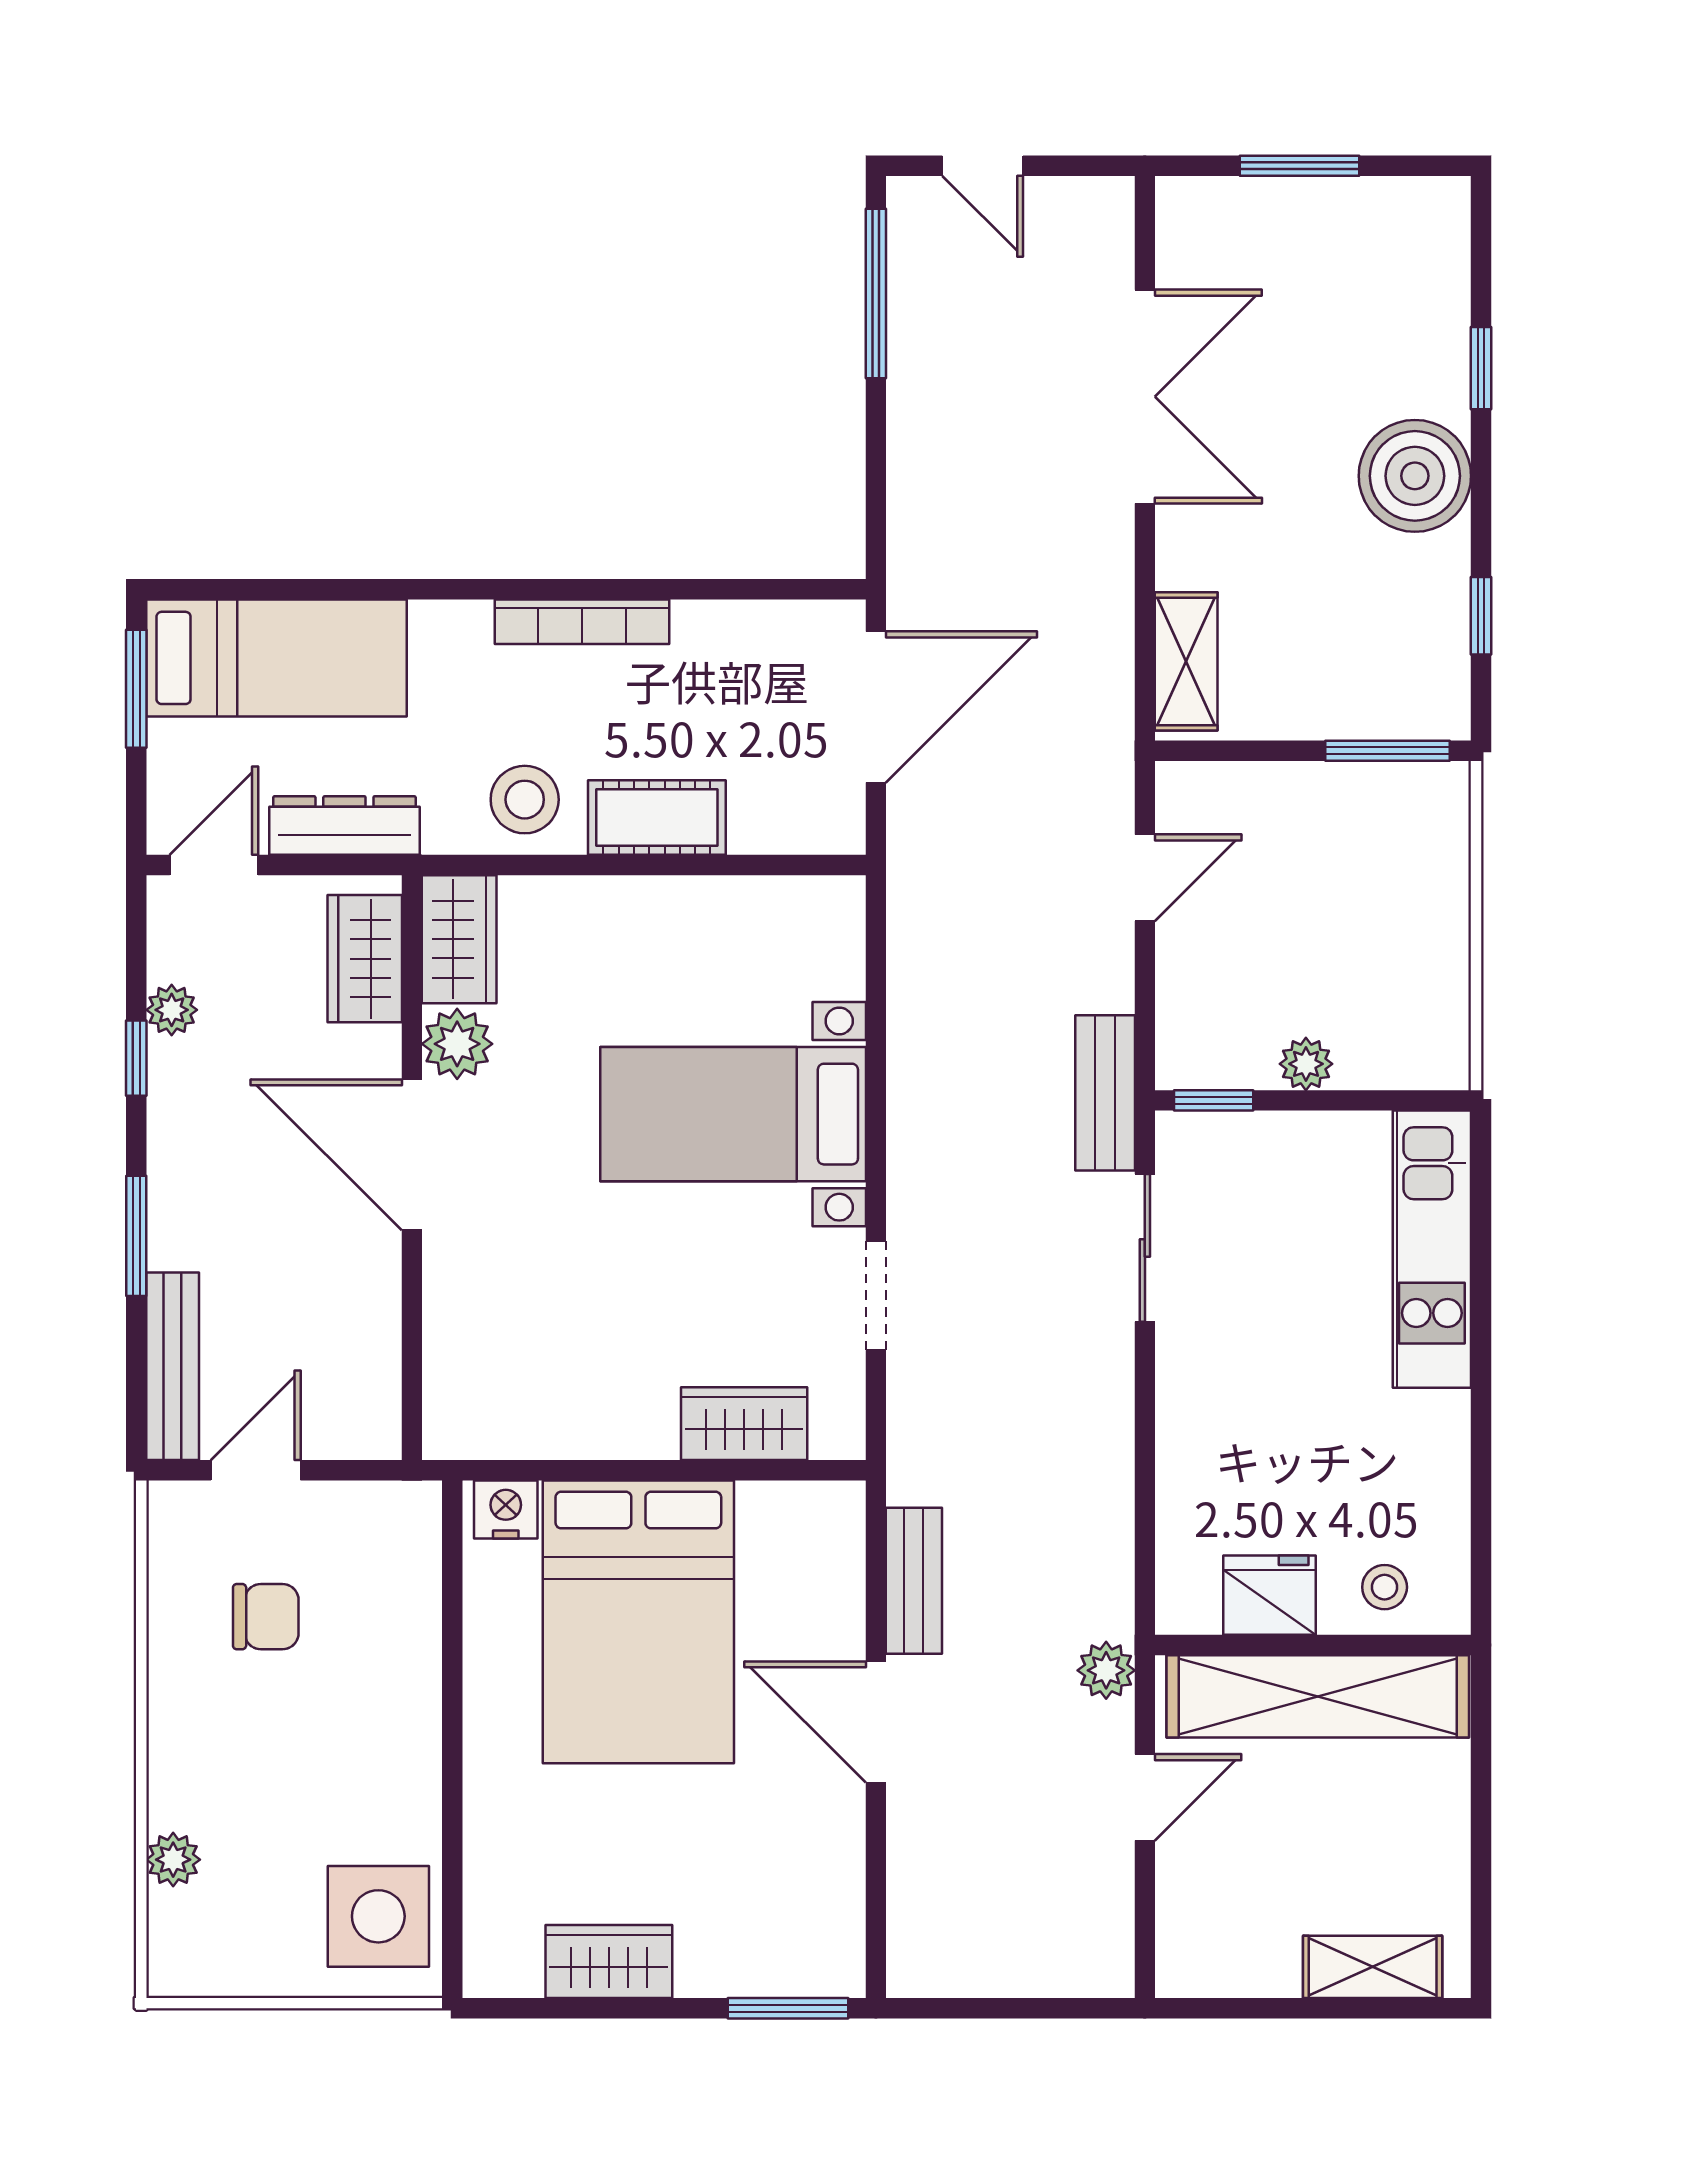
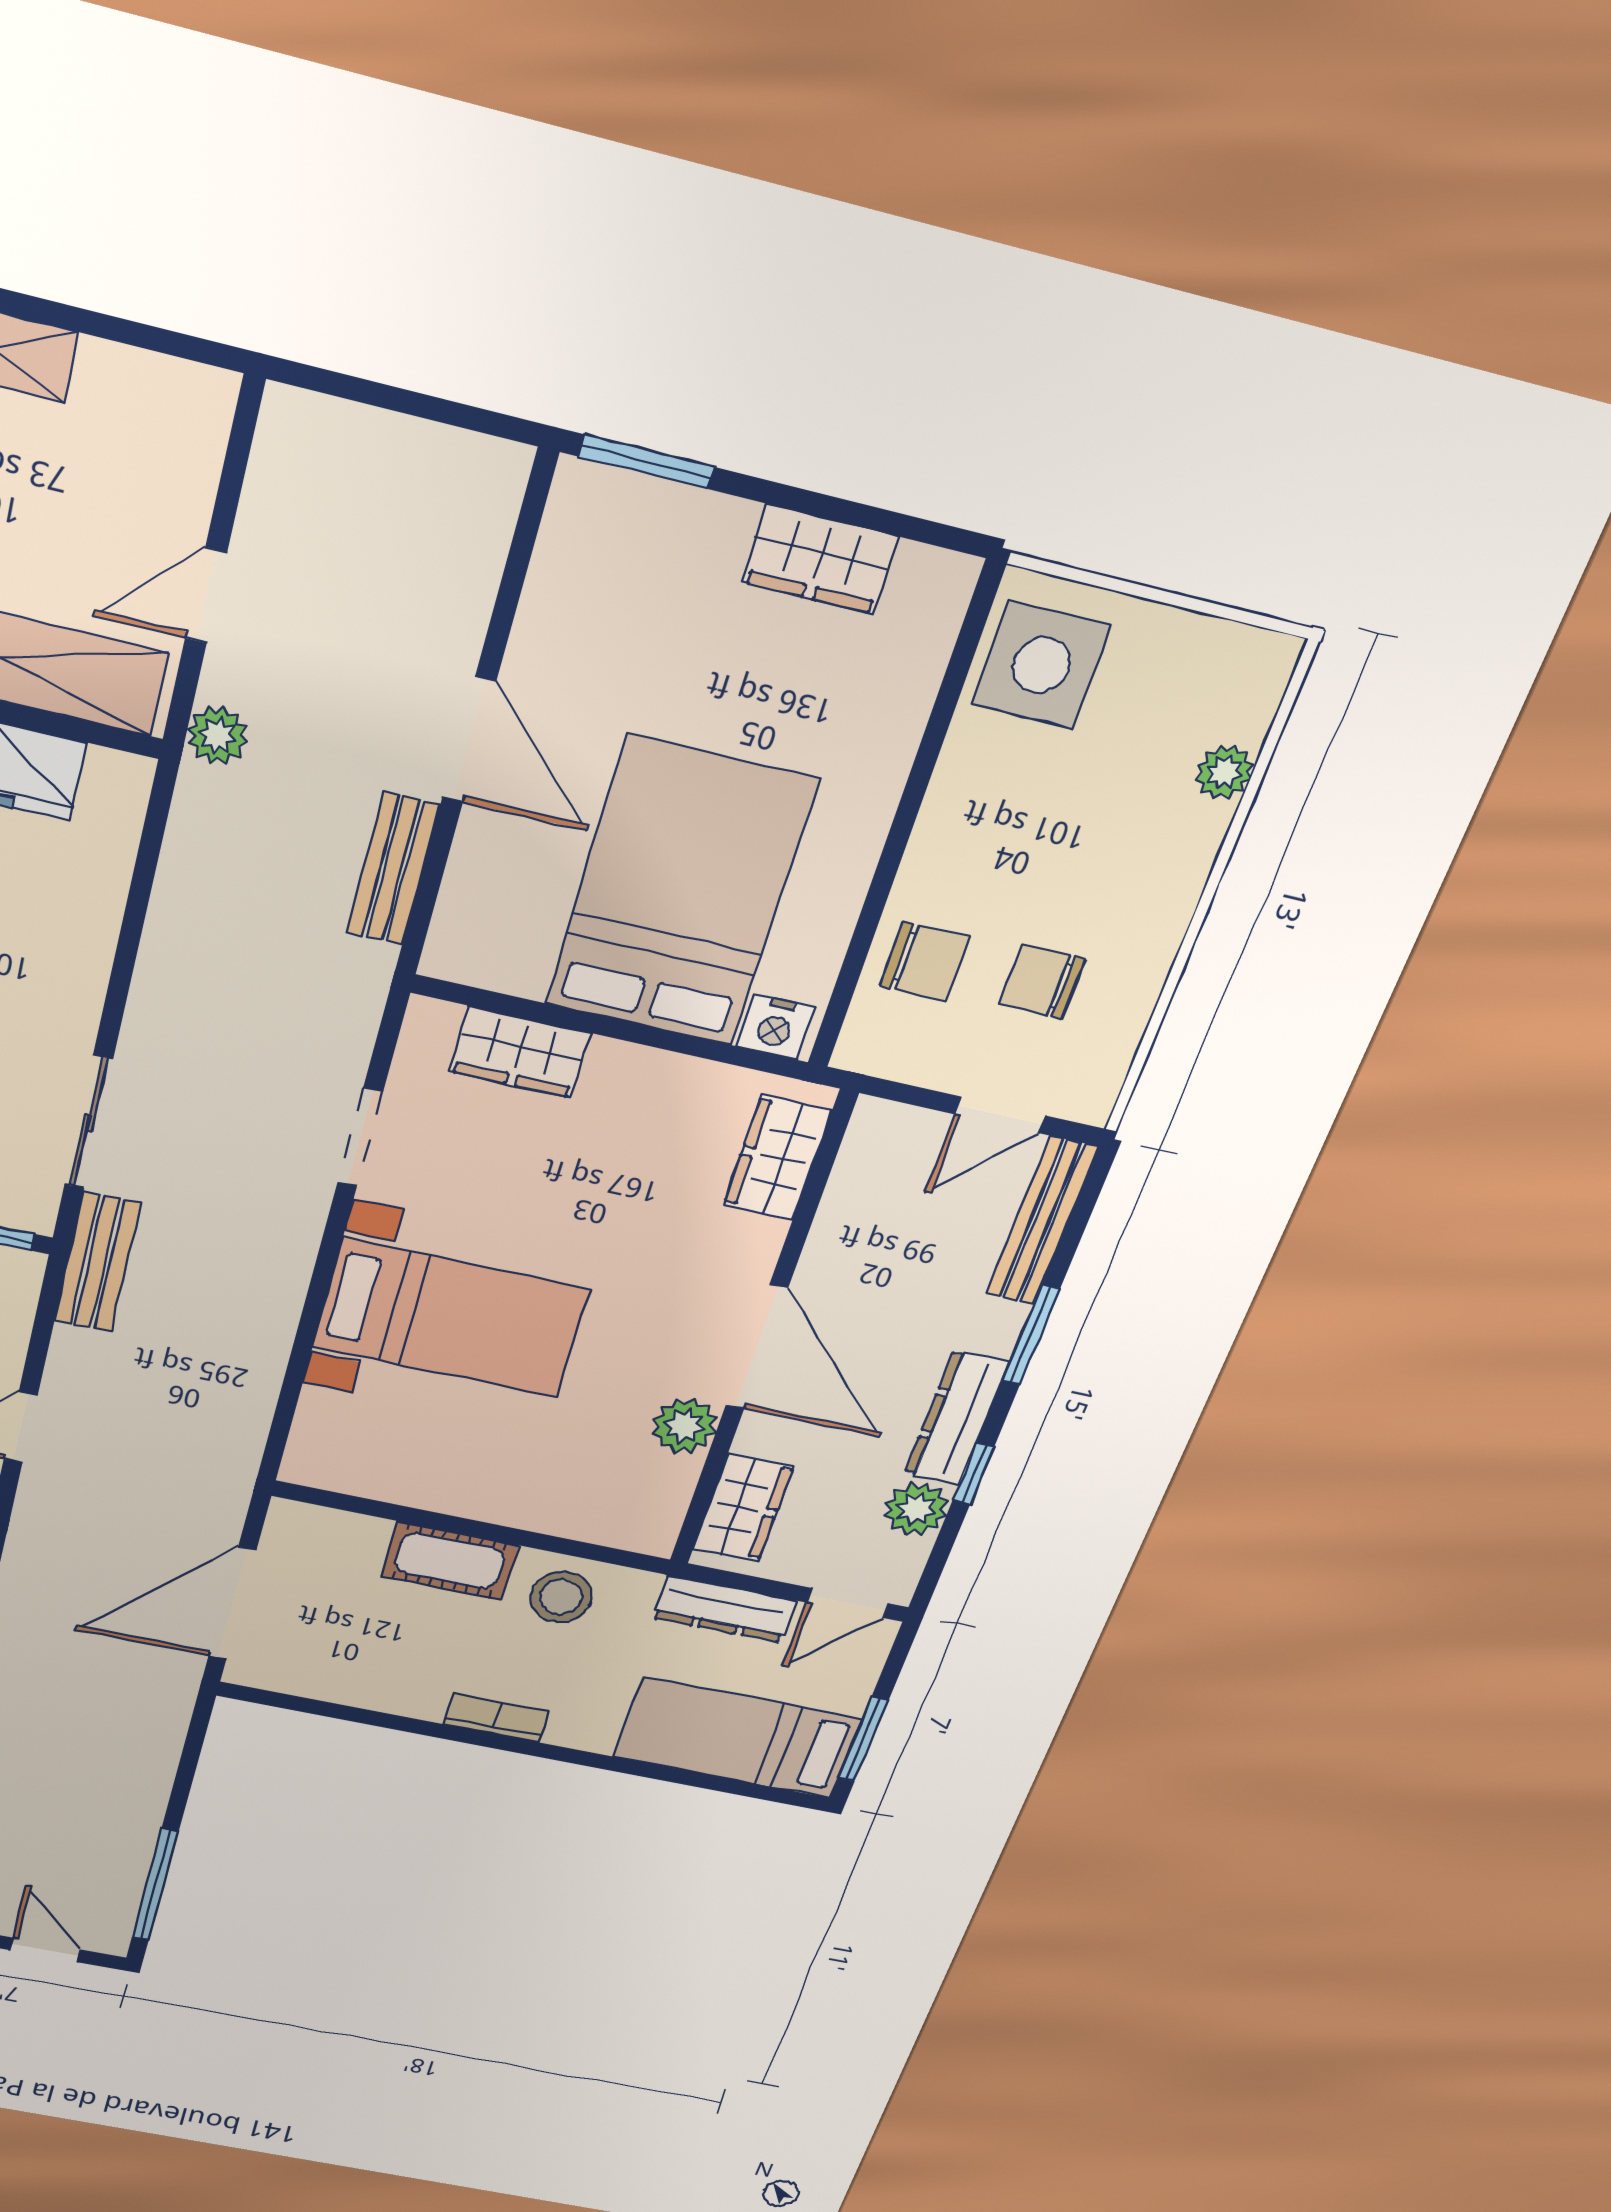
bookcase: (582, 622) -> (496, 1718), width x0.64
wardrobe: (459, 939) -> (777, 1158), moved
plant: (172, 1010) -> (916, 1509), width x1.38, depth x1.38
dresser: (178, 1121) -> (957, 1418), added
chair: (385, 1610) -> (924, 961), added

